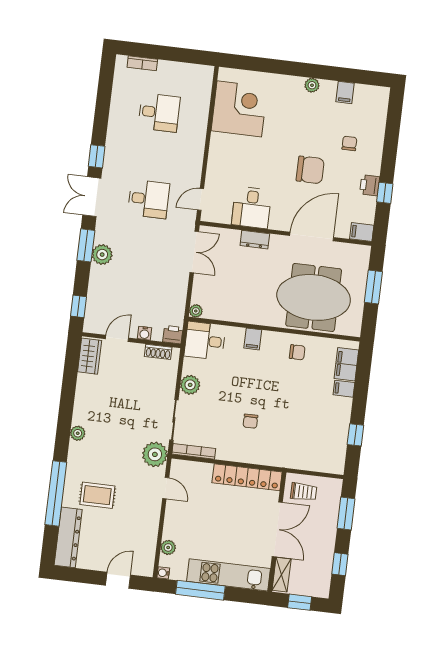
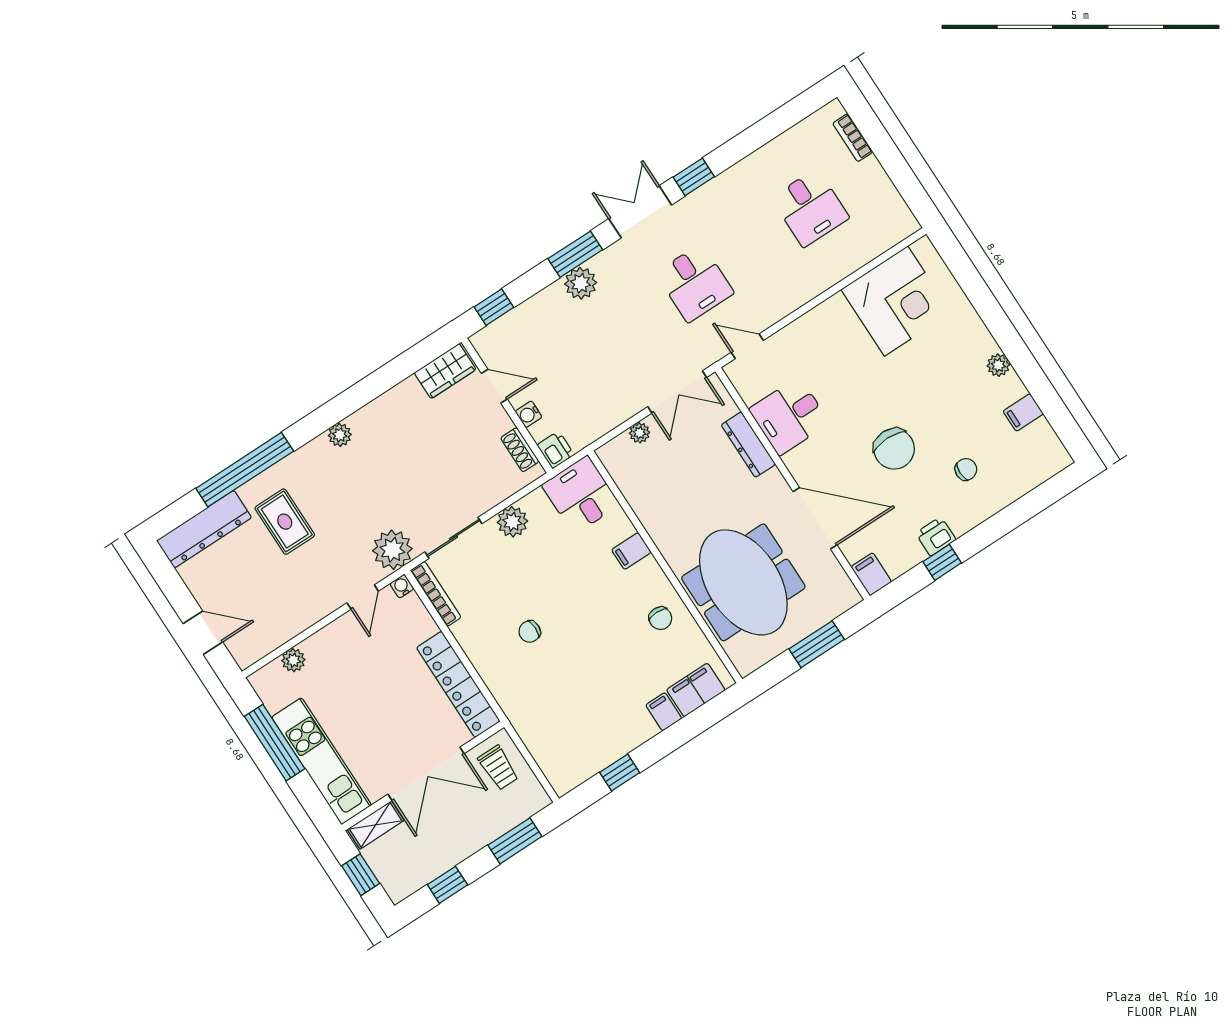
dresser: (255, 240) -> (748, 445), width x1.44
plant: (196, 311) -> (640, 433), moved
water cooler: (163, 573) -> (402, 586), moved

